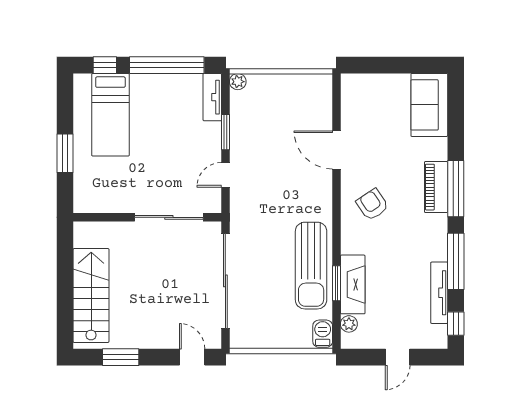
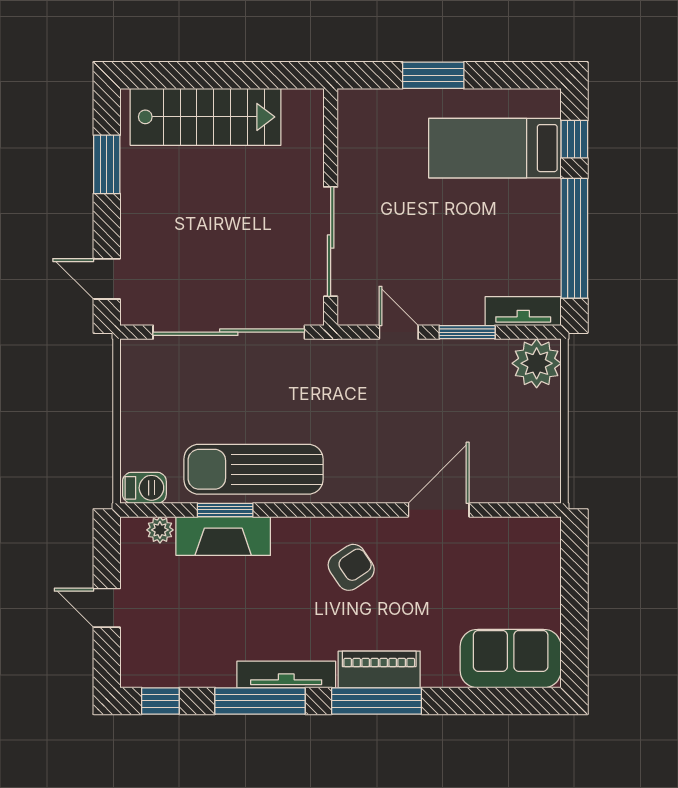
plant: (238, 82) -> (537, 363), width x1.87, depth x1.87
tv unit: (439, 293) -> (286, 674), moved
door: (192, 357) -> (107, 279), swing flipped

